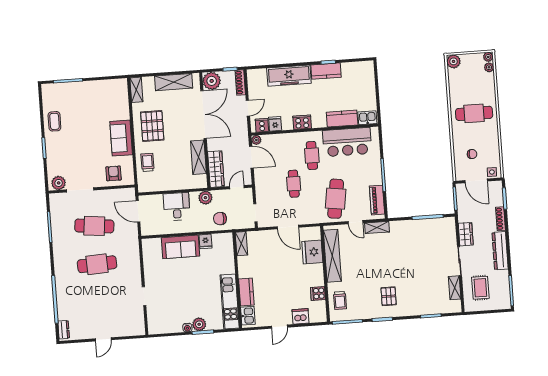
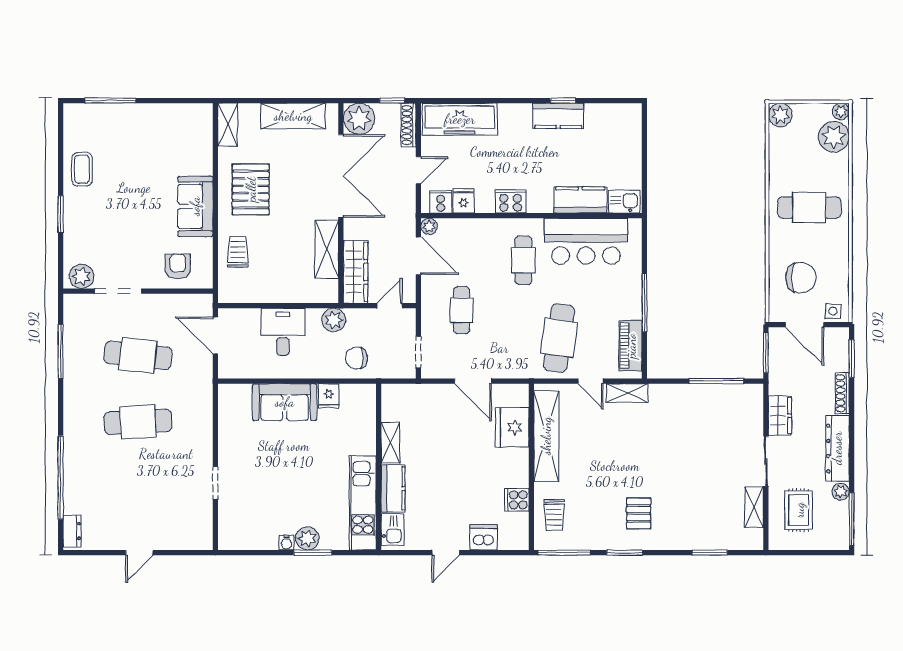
plant: (489, 67) -> (834, 137), width x1.88, depth x1.88
freezer: (289, 76) -> (460, 119), moved
chair: (472, 154) -> (801, 278), width x1.87, depth x1.87
cafe table: (294, 184) -> (462, 310), moved
shelving: (241, 244) -> (390, 443), moved
plant: (504, 275) -> (841, 492), added

